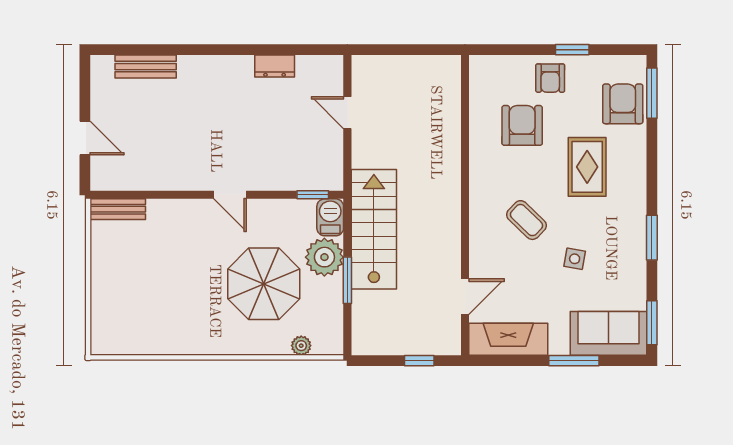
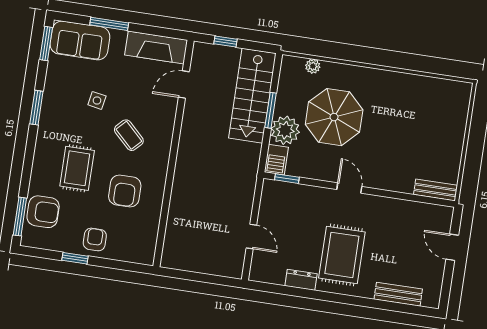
armchair: (623, 104) -> (43, 212), turned -90
rug: (226, 106) -> (342, 255), added
armchair: (522, 125) -> (125, 191), moved
stairs: (374, 229) -> (252, 96), moved

